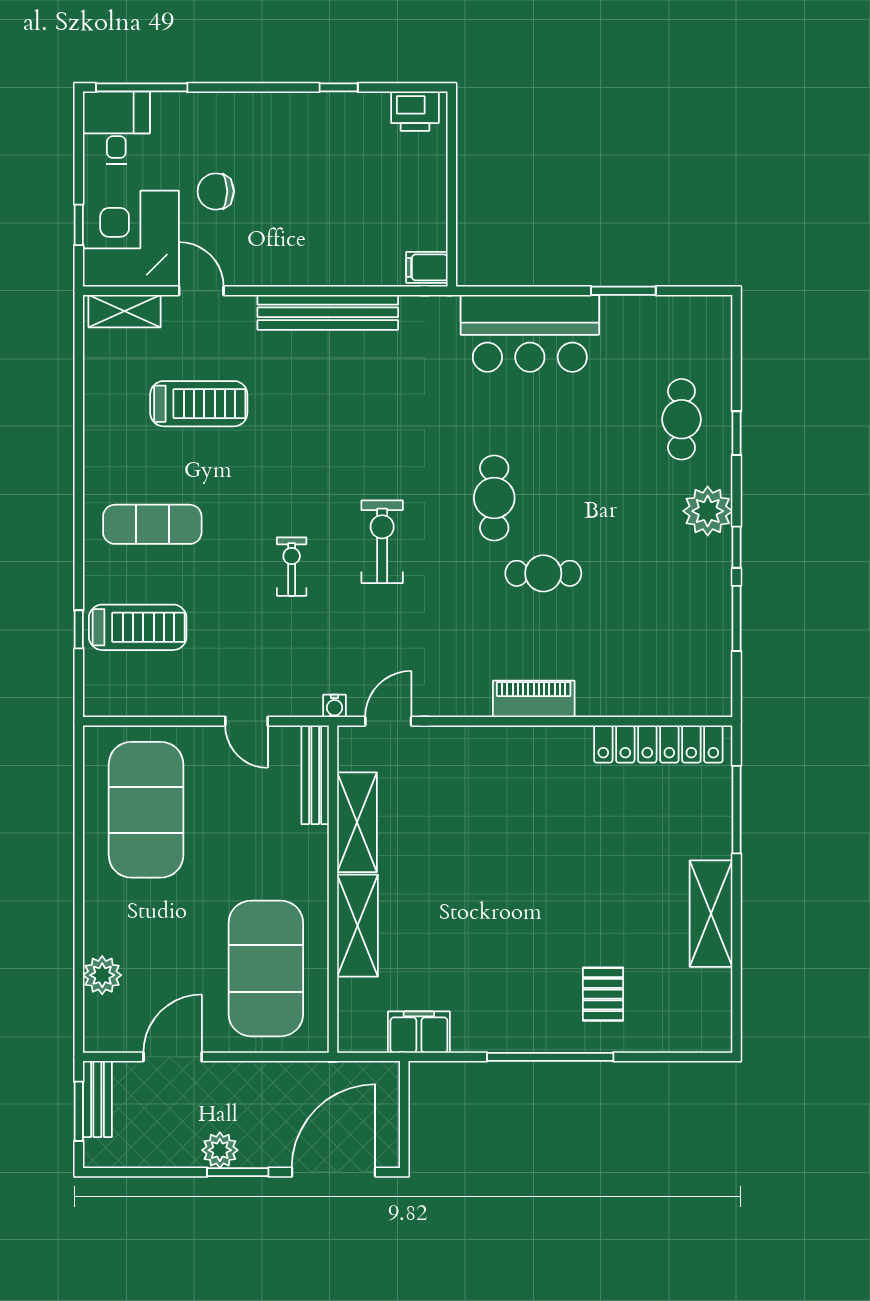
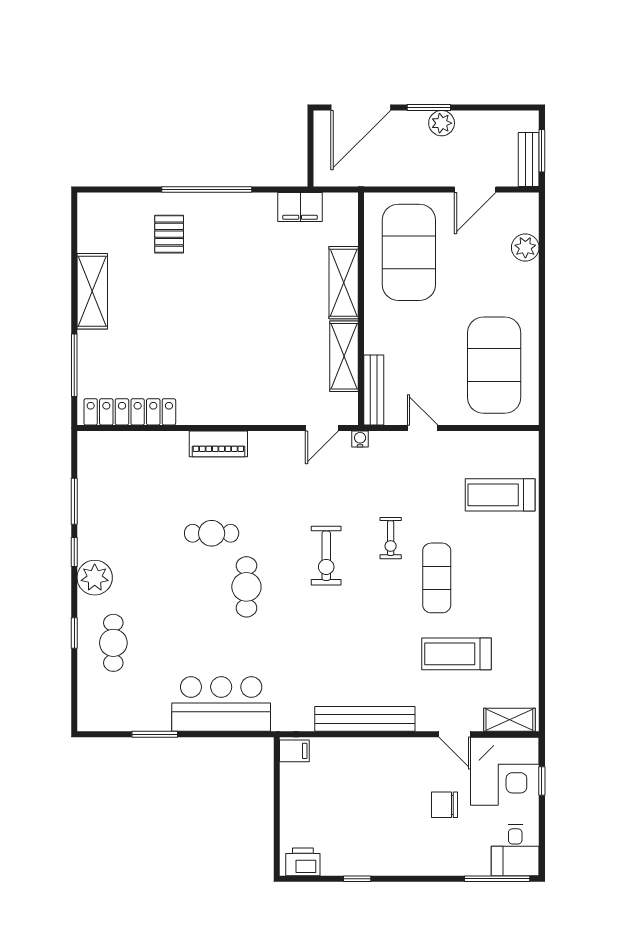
chair: (216, 191) -> (445, 805), turned 180
exercise mat: (152, 524) -> (437, 578), moved, turned 90
window: (79, 629) -> (542, 493), removed

